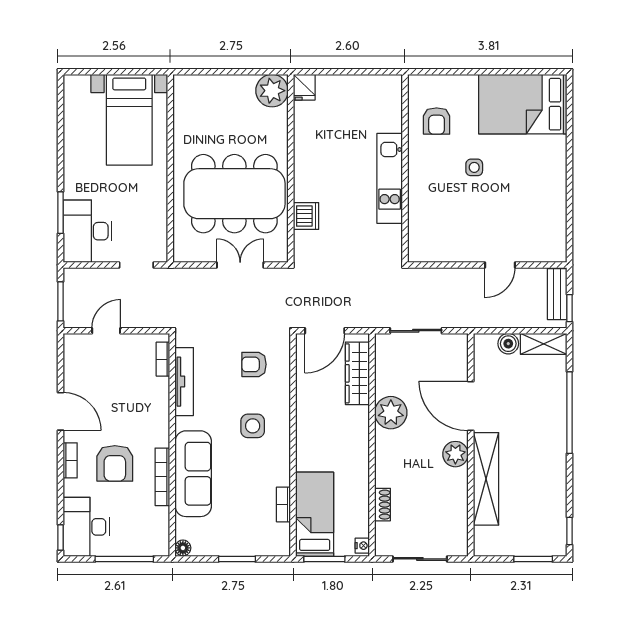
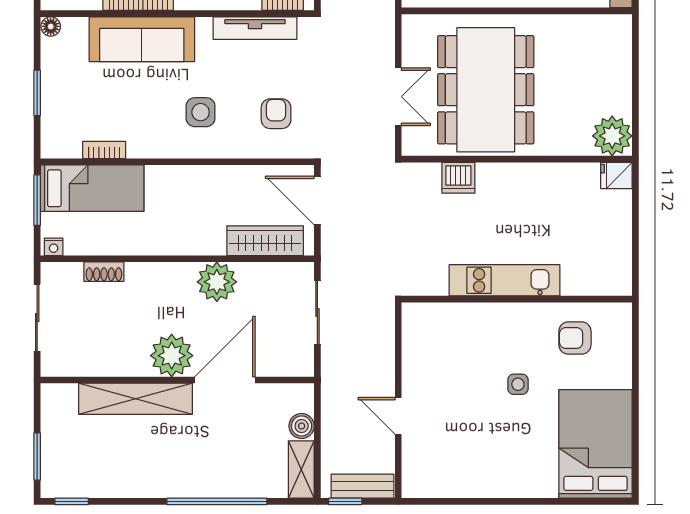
plant: (455, 454) -> (172, 356), width x1.36, depth x1.36

